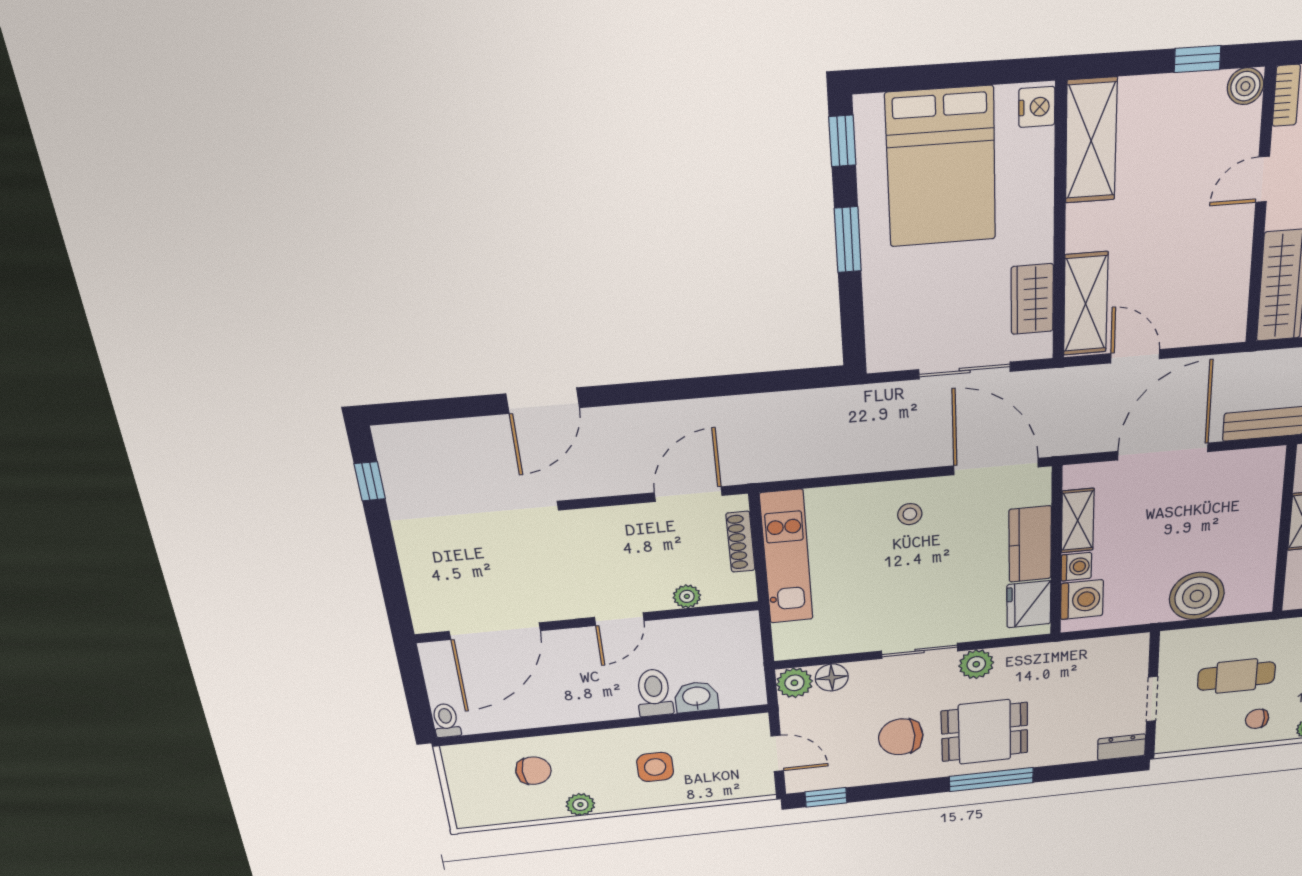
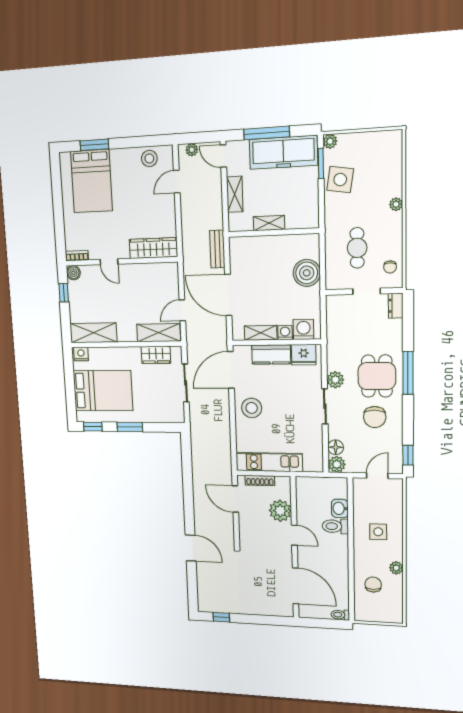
stool: (910, 514) -> (252, 408), width x1.89, depth x1.89
plant: (687, 596) -> (280, 511), width x1.88, depth x1.88
chair: (1257, 719) -> (390, 267), moved

